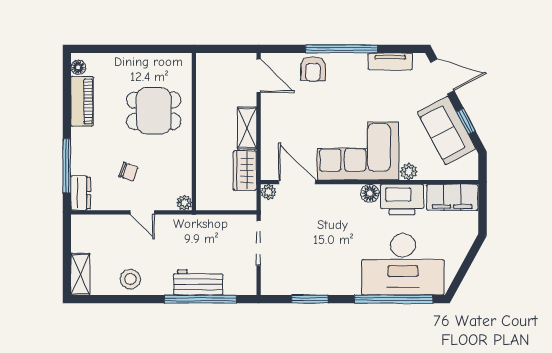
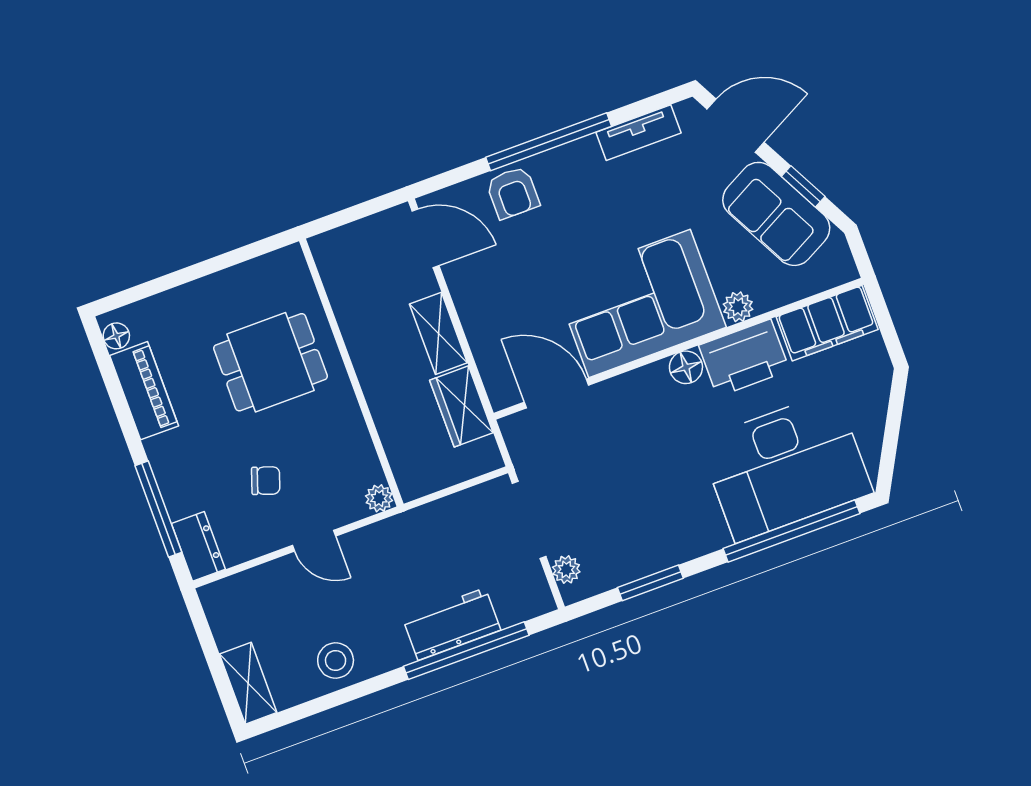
plant: (268, 192) -> (566, 570), moved

